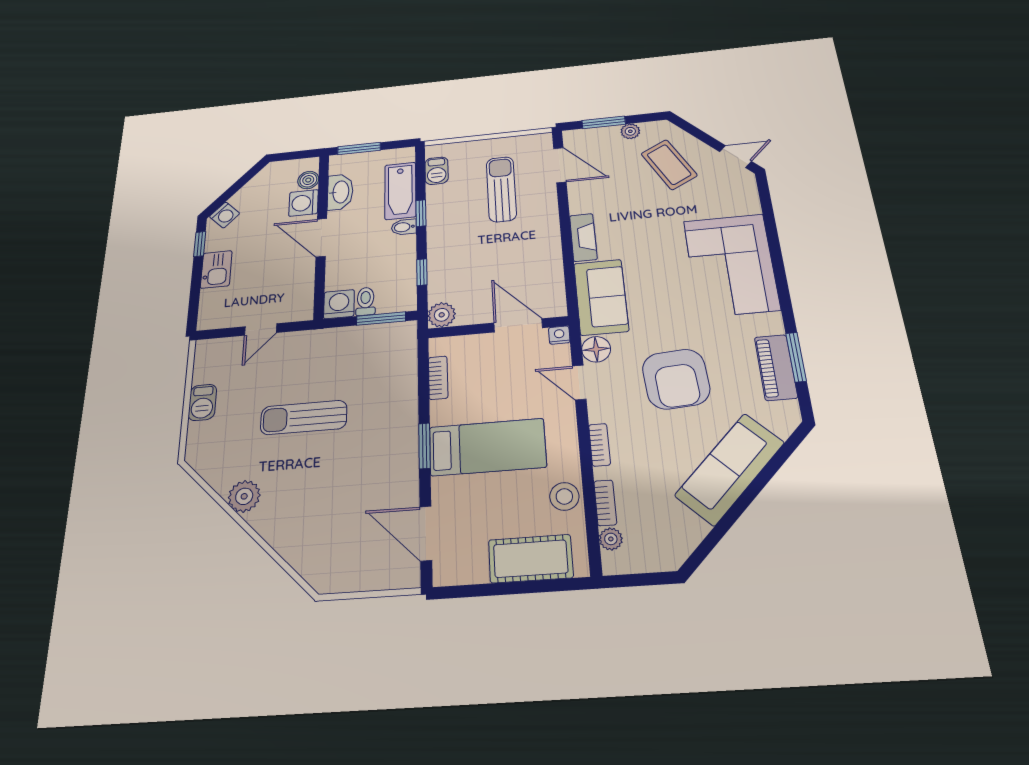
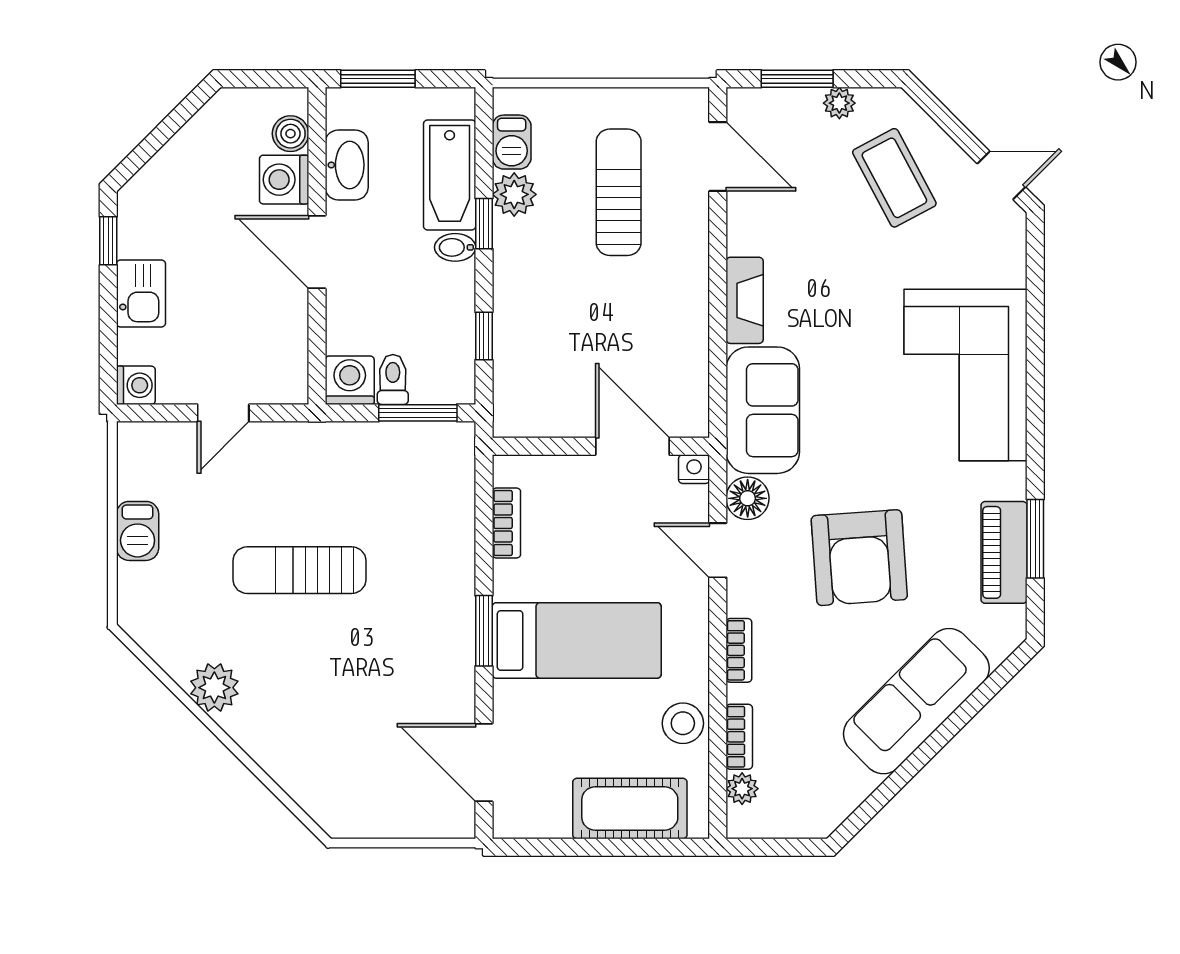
washing machine: (225, 215) -> (136, 385), moved, turned -45
plant: (442, 315) -> (514, 194), moved

